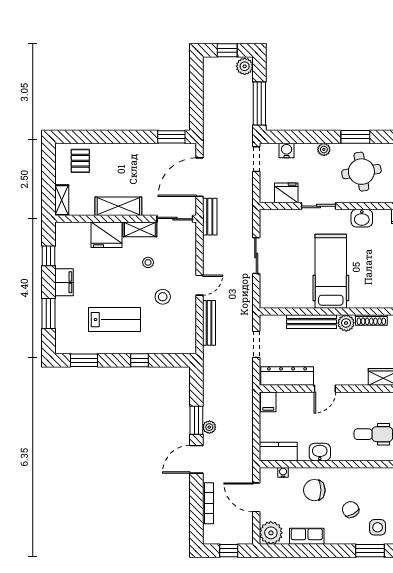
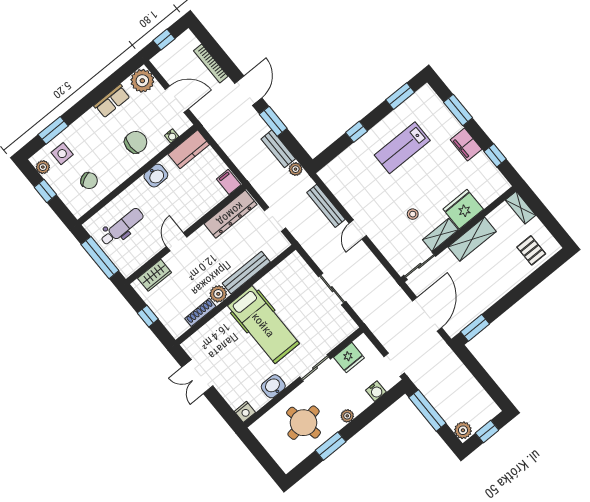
bench: (210, 217) -> (278, 149), moved
stool: (163, 297) -> (379, 197), removed
door: (325, 389) -> (177, 242), moved
plant: (209, 427) -> (296, 169), moved
chair: (351, 510) -> (89, 181), moved

